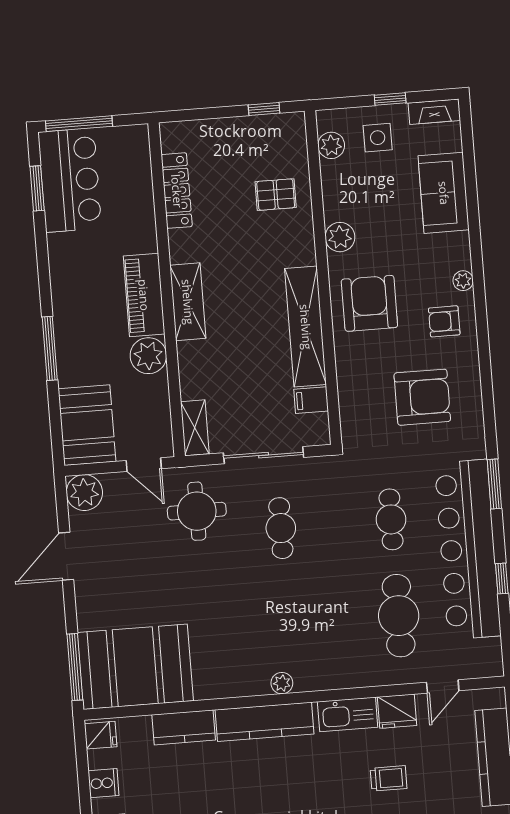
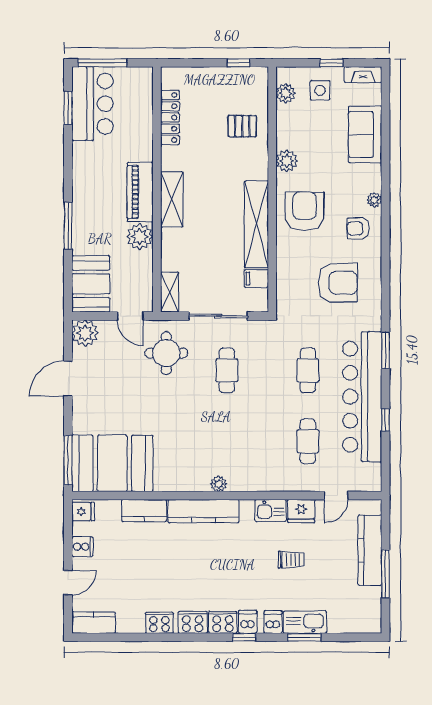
cafe table: (399, 616) -> (308, 441), width x0.73, depth x0.74
kitchen sink: (348, 714) -> (271, 511), width x0.73

